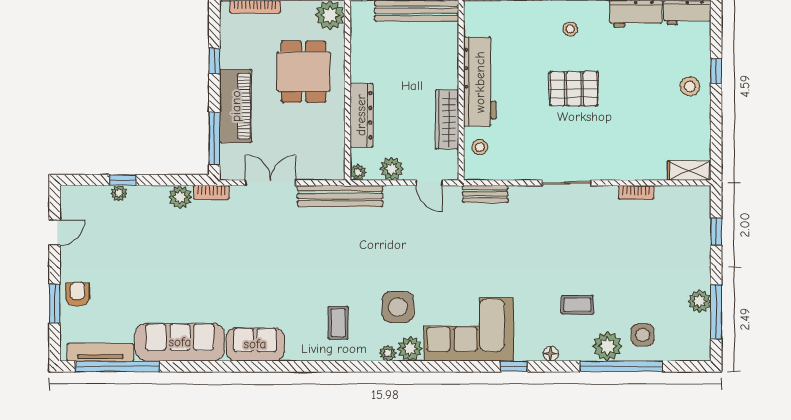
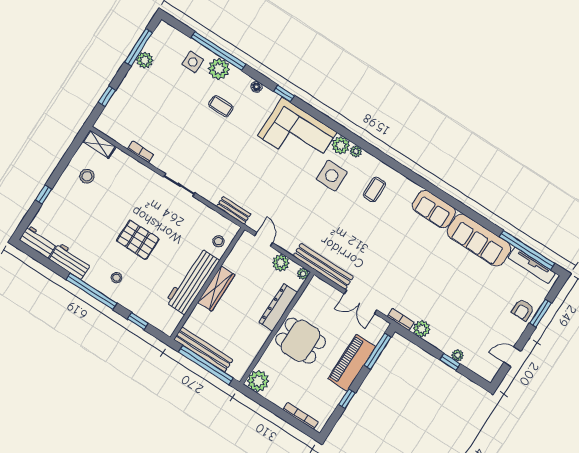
dining table: (303, 72) -> (301, 341), moved, turned 90
stool: (690, 86) -> (87, 176), moved
wardrobe: (447, 120) -> (216, 289), moved

